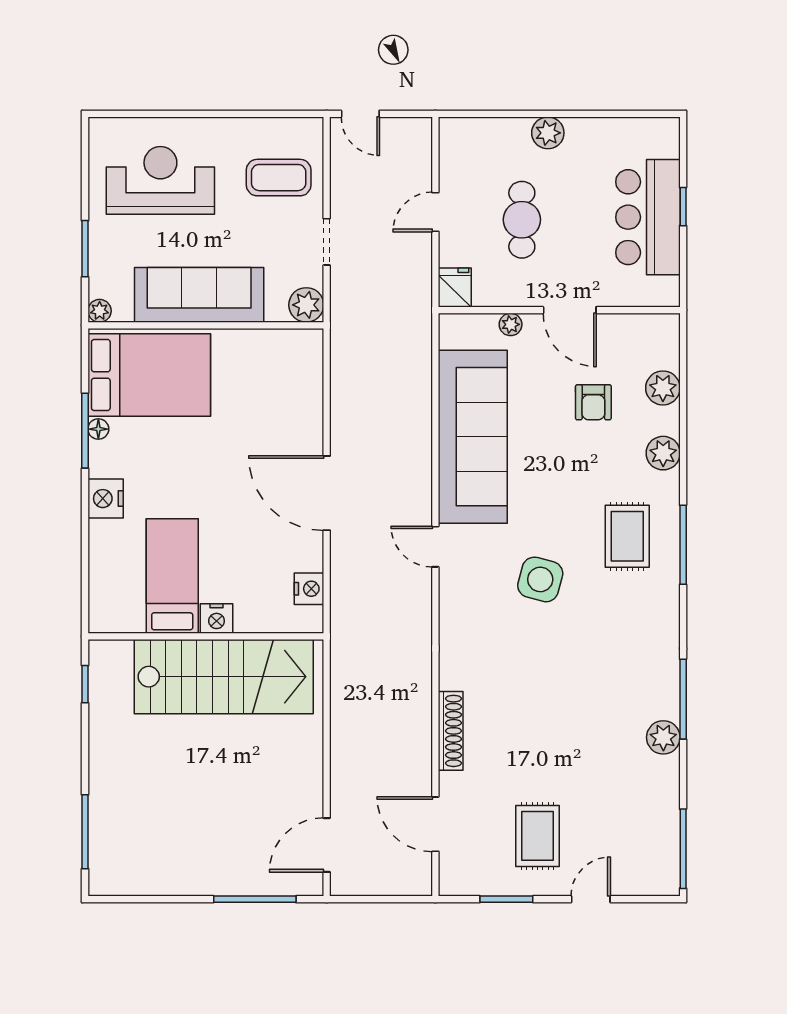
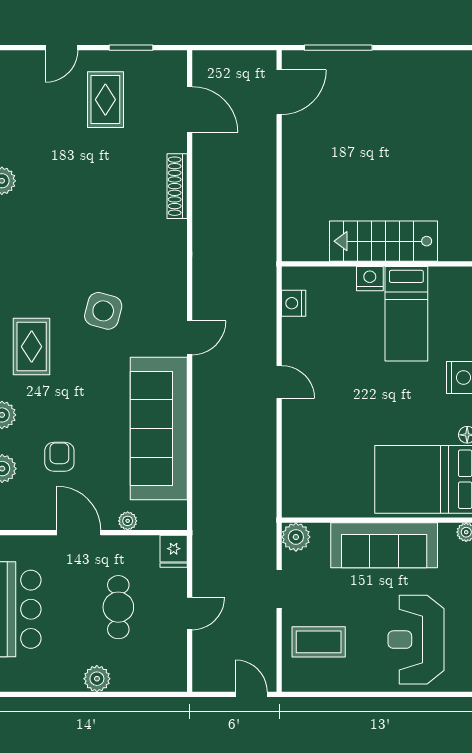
reception desk: (160, 180) -> (416, 640), turned 90
door: (327, 493) -> (279, 382), width x0.53
door: (435, 547) -> (190, 338), hinge flipped
stairs: (224, 677) -> (383, 241), width x0.73, depth x0.66

